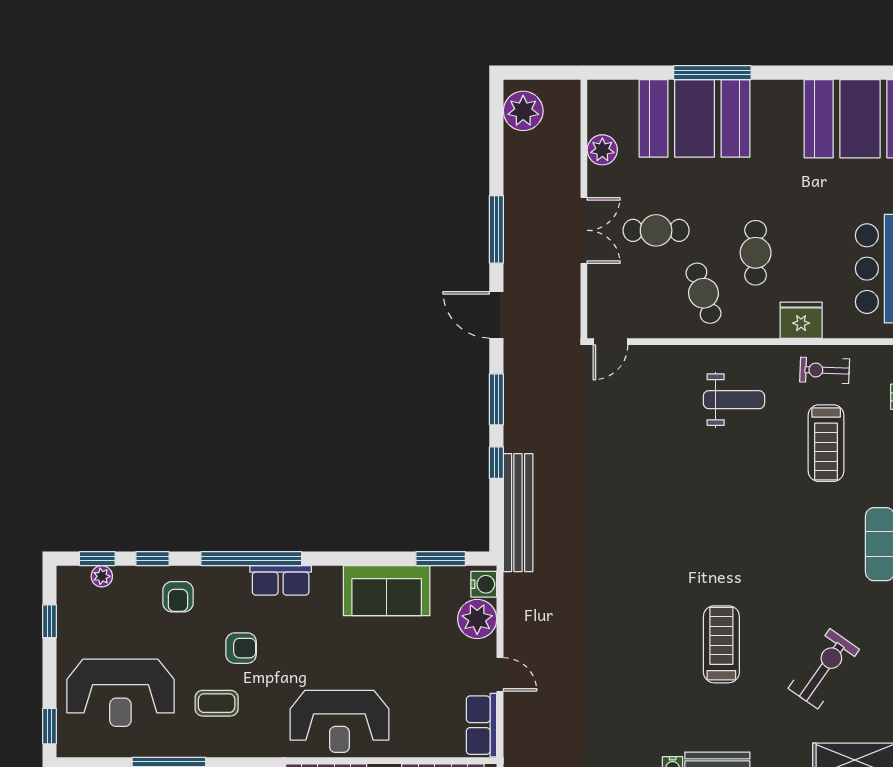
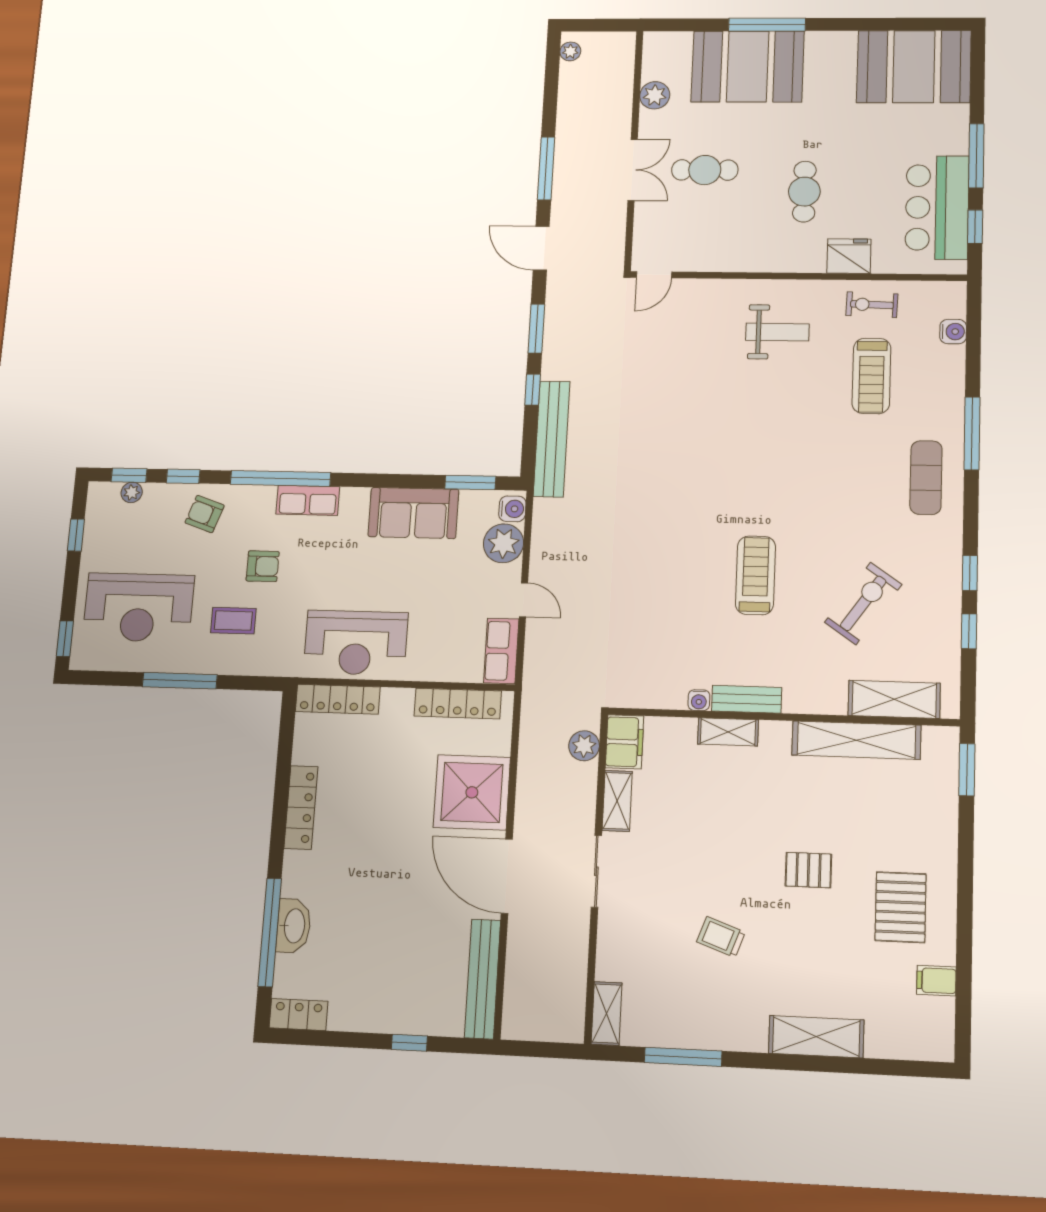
plant: (523, 111) -> (570, 51), width x0.53, depth x0.53
cafe table: (703, 293) -> (750, 230), removed
armchair: (178, 597) -> (205, 514), turned 109

